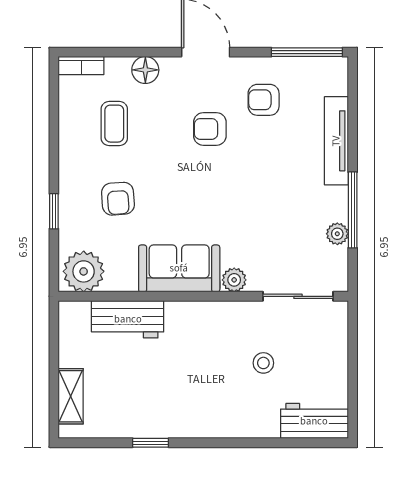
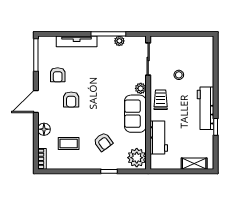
armchair: (118, 199) -> (103, 142), turned 58
trolley: (210, 323) -> (161, 100), added
workbench: (314, 421) -> (206, 108), moved, width x1.38

